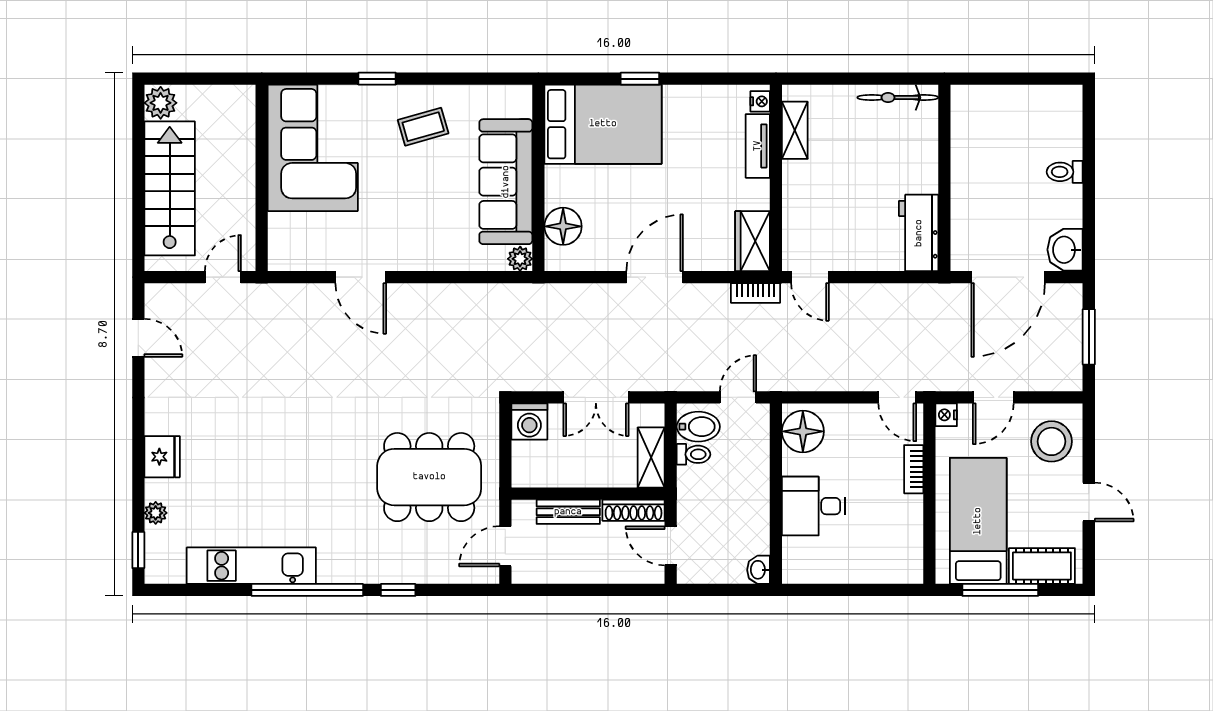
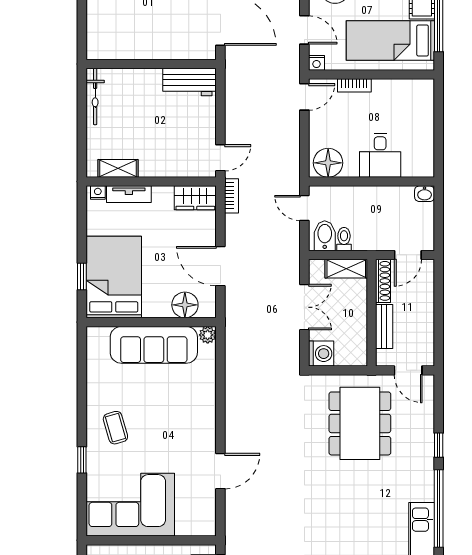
bed: (603, 124) -> (114, 277), moved
wall: (538, 178) -> (151, 322), moved
sofa: (506, 182) -> (154, 345), moved
floor lamp: (563, 226) -> (185, 305), moved
plant: (520, 259) -> (208, 335), moved

